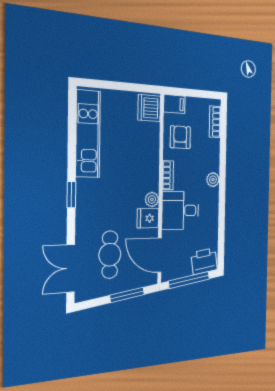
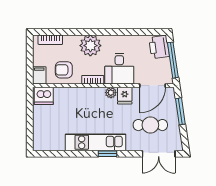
kitchen unit: (88, 134) -> (96, 142), moved
plant: (213, 180) -> (90, 46), width x1.88, depth x1.88

